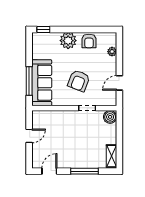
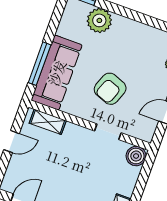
plant: (68, 41) -> (99, 20), moved
armchair: (89, 41) -> (145, 38), removed
shelving: (47, 115) -> (48, 122), added

